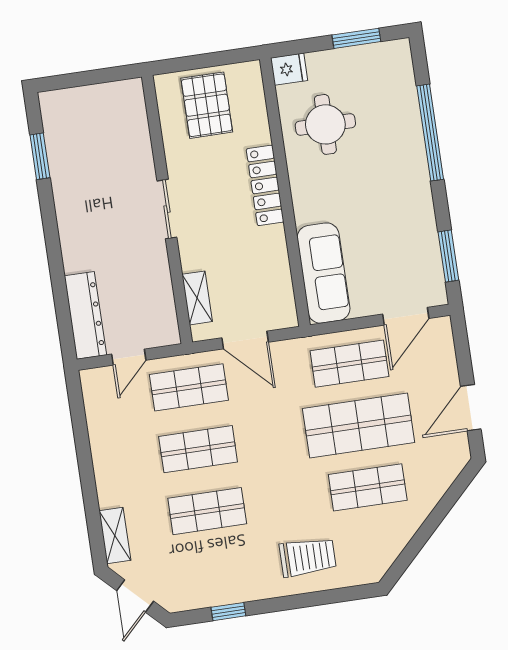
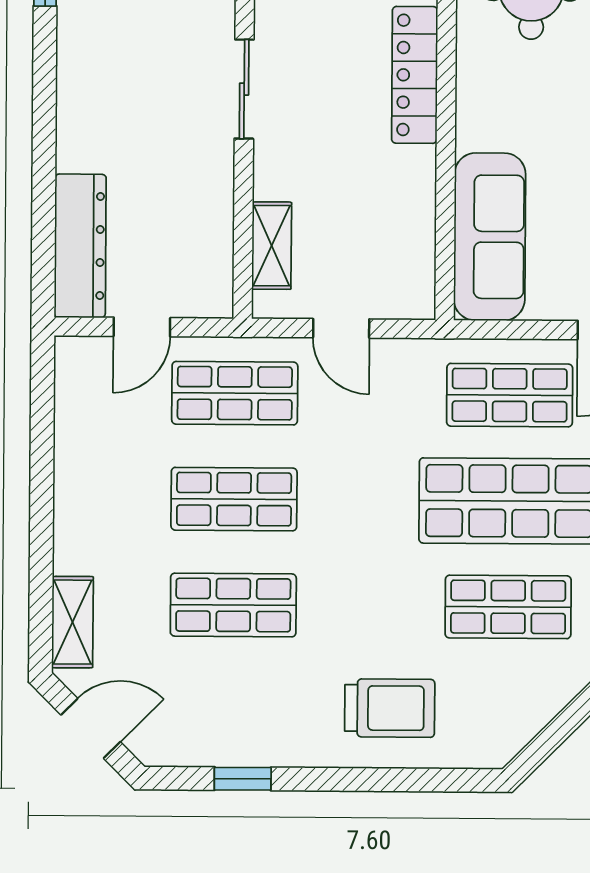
door: (245, 340) -> (341, 328), width x0.73
door: (135, 596) -> (91, 728), swing flipped

